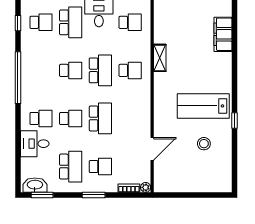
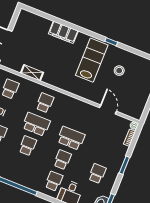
filing cabinet: (223, 34) -> (63, 32), moved
shelving: (160, 58) -> (32, 73), moved
lab bench: (203, 106) -> (92, 60), turned 180
school desk: (71, 167) -> (97, 174), width x0.54
school desk: (100, 167) -> (106, 152), removed

